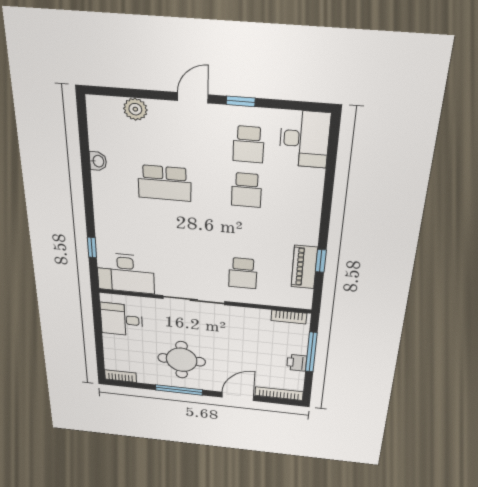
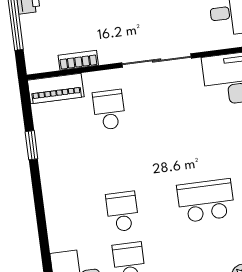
piano: (304, 267) -> (56, 88), moved, turned 90
bookcase: (289, 317) -> (78, 60), moved

